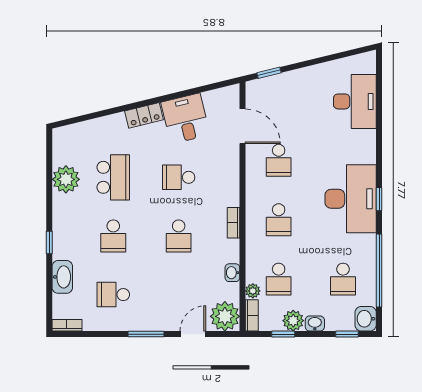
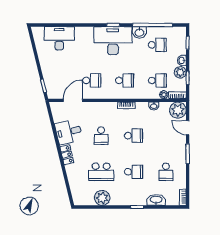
school desk: (113, 177) -> (101, 172), turned 180
washbasin: (366, 319) -> (139, 32), moved

